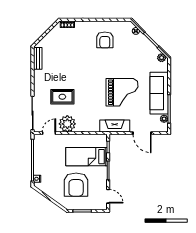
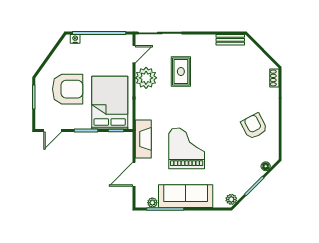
armchair: (105, 40) -> (254, 126), turned 62
grand piano: (122, 92) -> (187, 148), turned 180
door: (49, 133) -> (134, 54), hinge flipped
bed: (87, 157) -> (110, 103), width x1.50
armchair: (76, 185) -> (68, 89), turned 180

